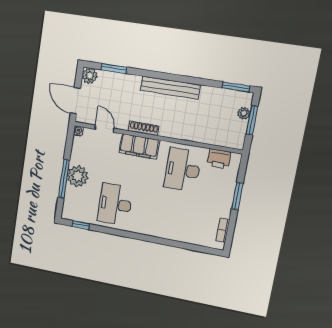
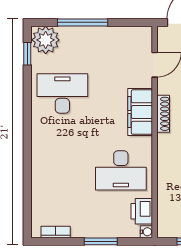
water cooler: (78, 131) -> (146, 232), moved
desk: (183, 170) -> (121, 170), turned 180
plant: (78, 176) -> (46, 40), moved

